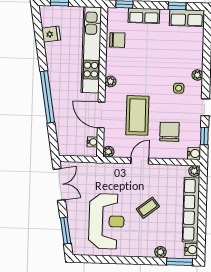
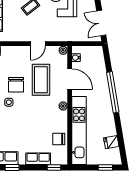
chair: (169, 132) -> (16, 85), moved

